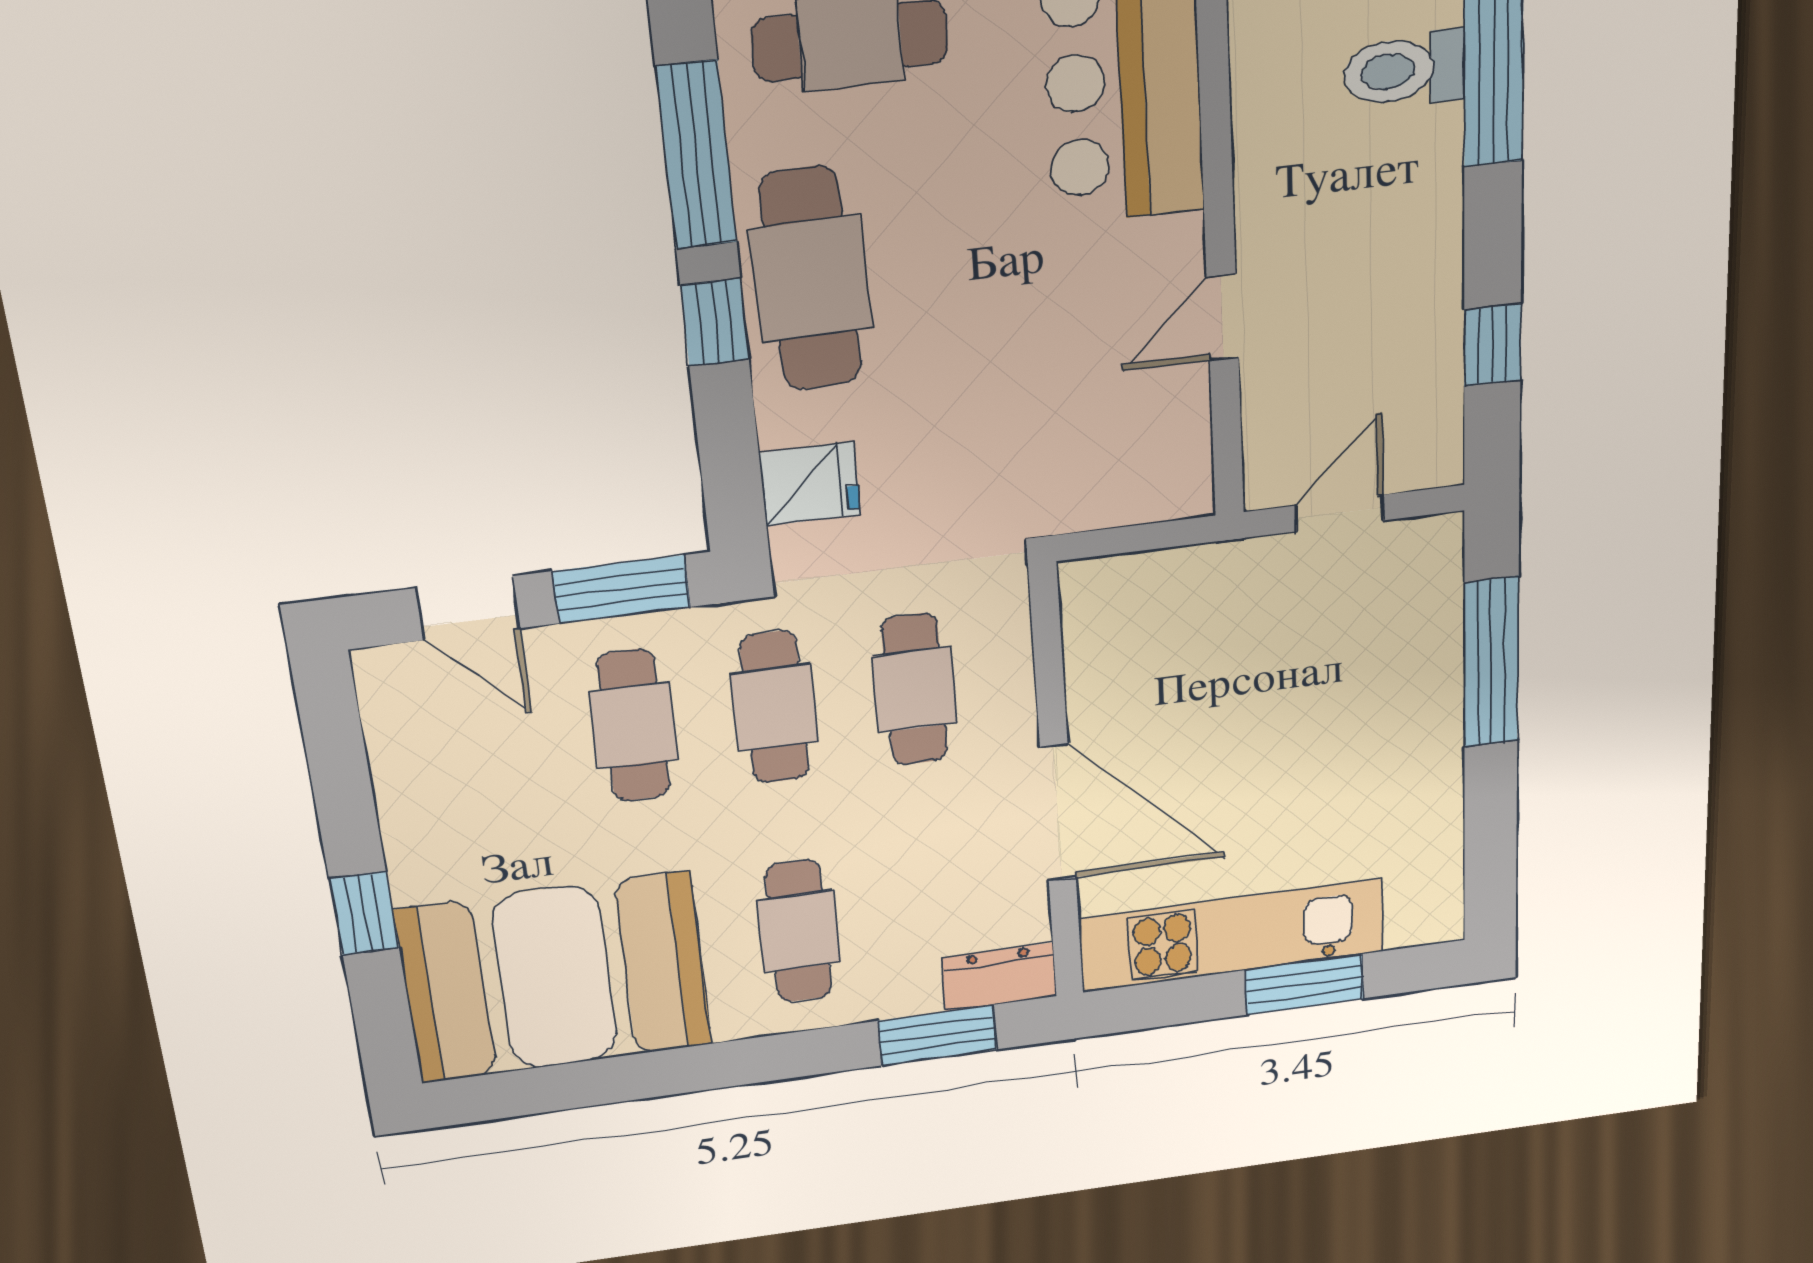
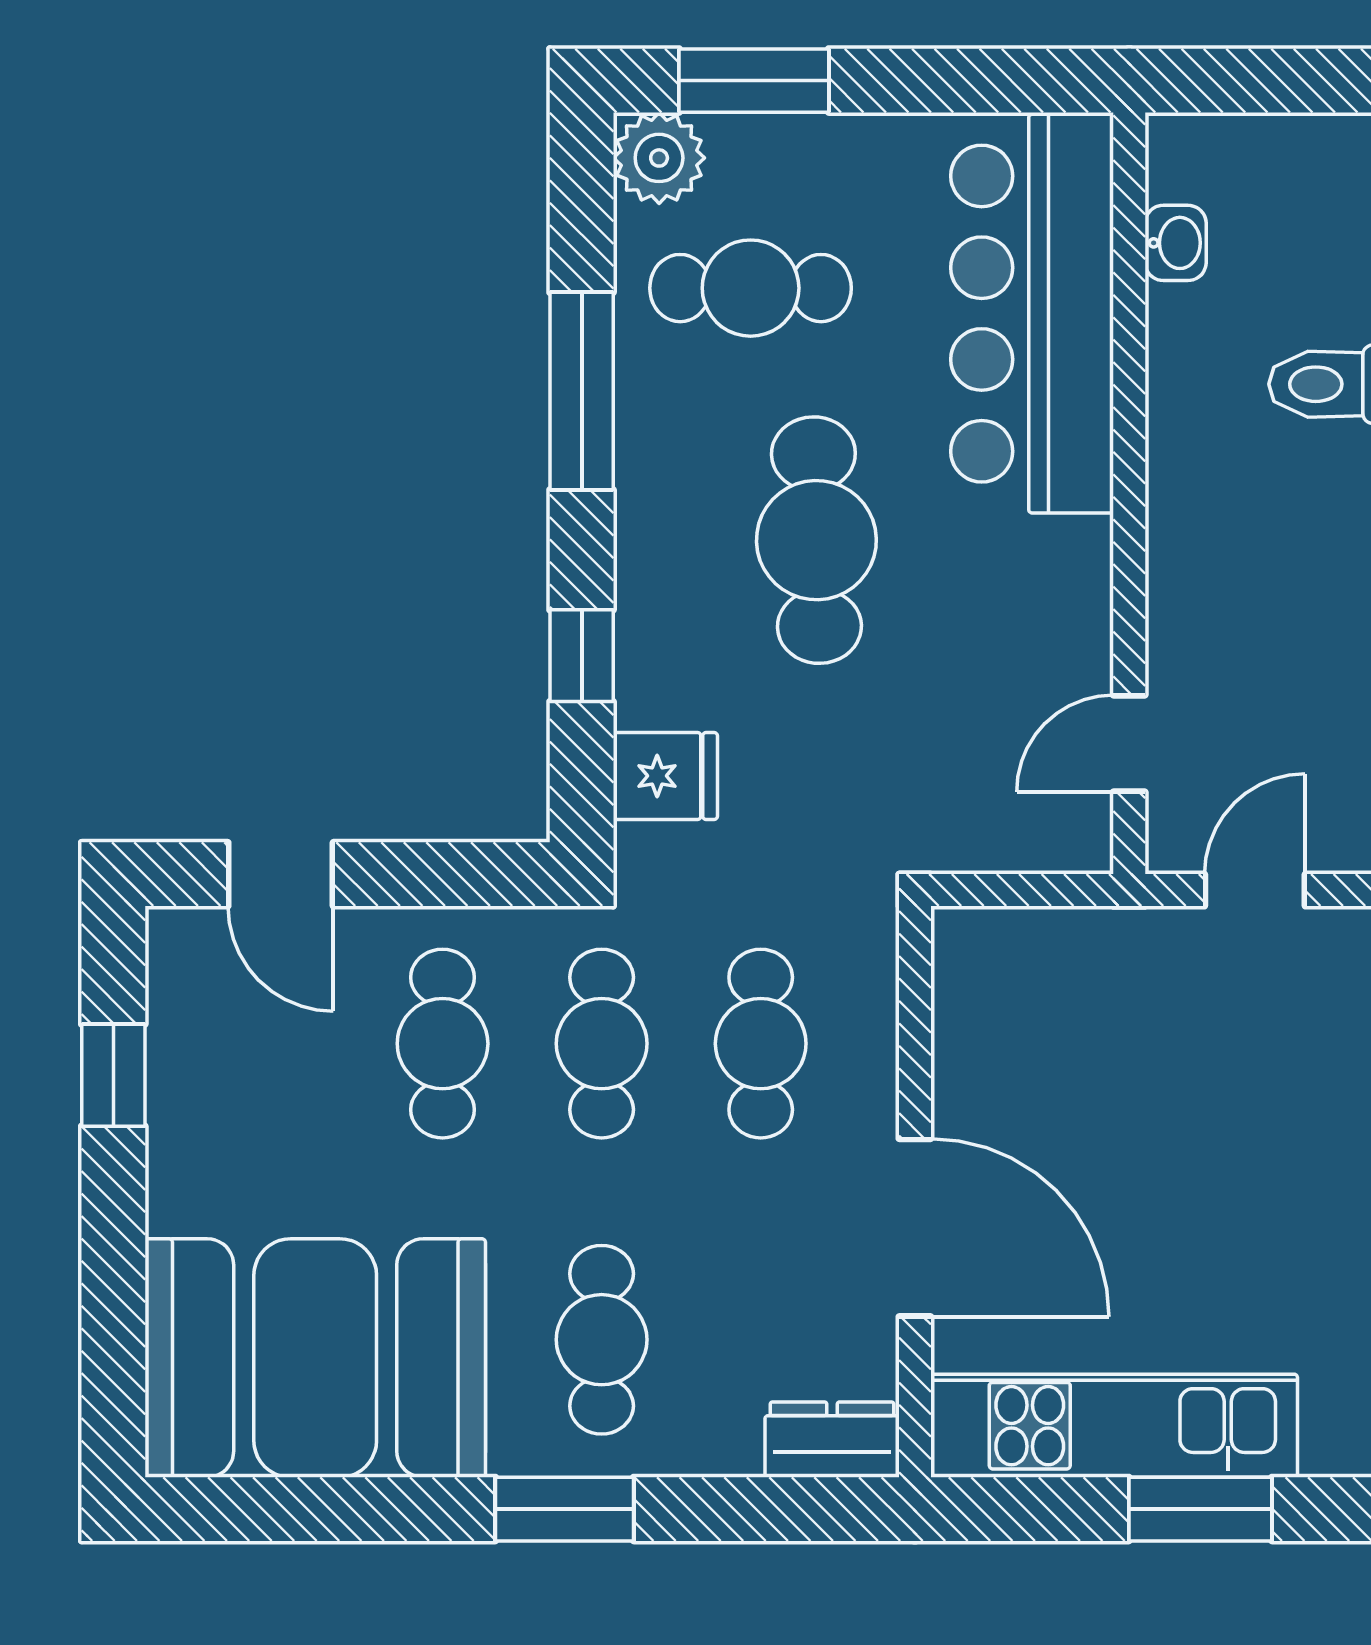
cafe table: (811, 279) -> (816, 540), moved
door: (1223, 317) -> (1129, 743), moved
window: (715, 322) -> (582, 656), moved
window: (621, 589) -> (448, 874), removed
window: (364, 913) -> (113, 1075), moved
window: (937, 1035) -> (565, 1509), moved

